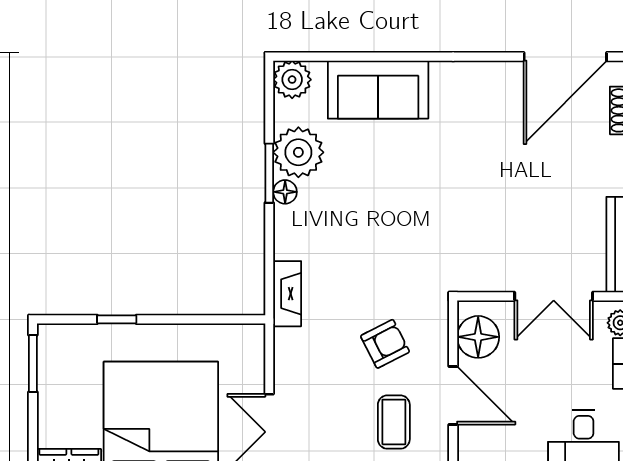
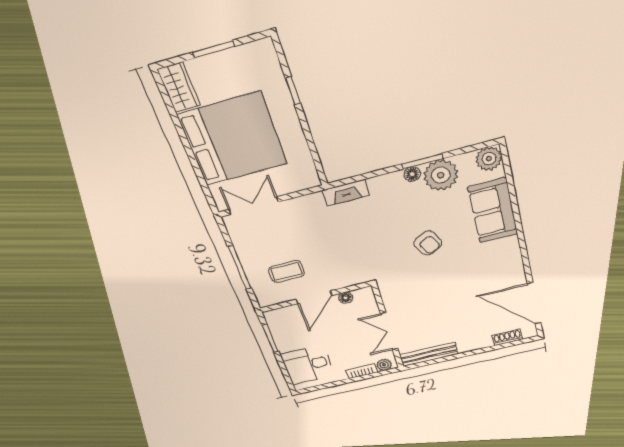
floor lamp: (478, 337) -> (346, 298), width x0.53, depth x0.53
armchair: (385, 344) -> (428, 243), moved
window: (33, 364) -> (214, 49), moved

